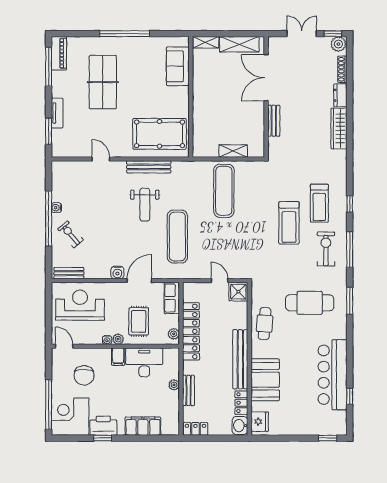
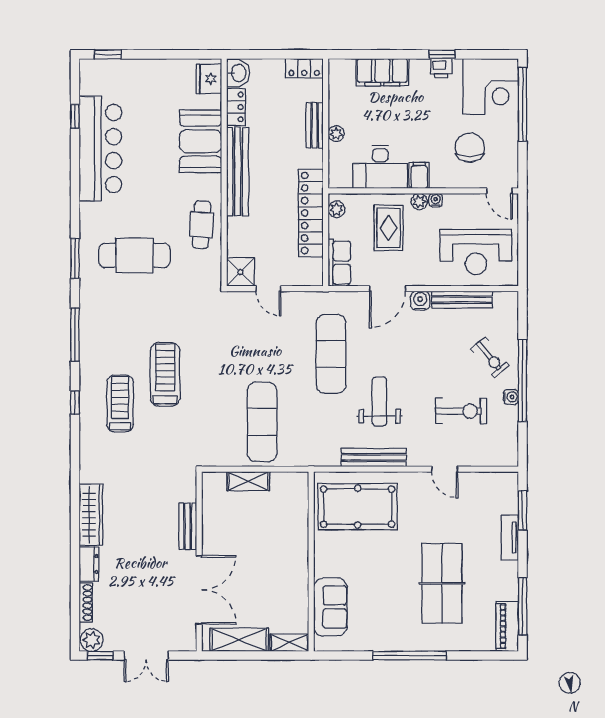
exercise bike: (326, 249) -> (461, 411), moved, turned -90
bench: (69, 273) -> (462, 300), moved, width x1.36
printer: (103, 426) -> (441, 68), width x0.53, depth x0.68

